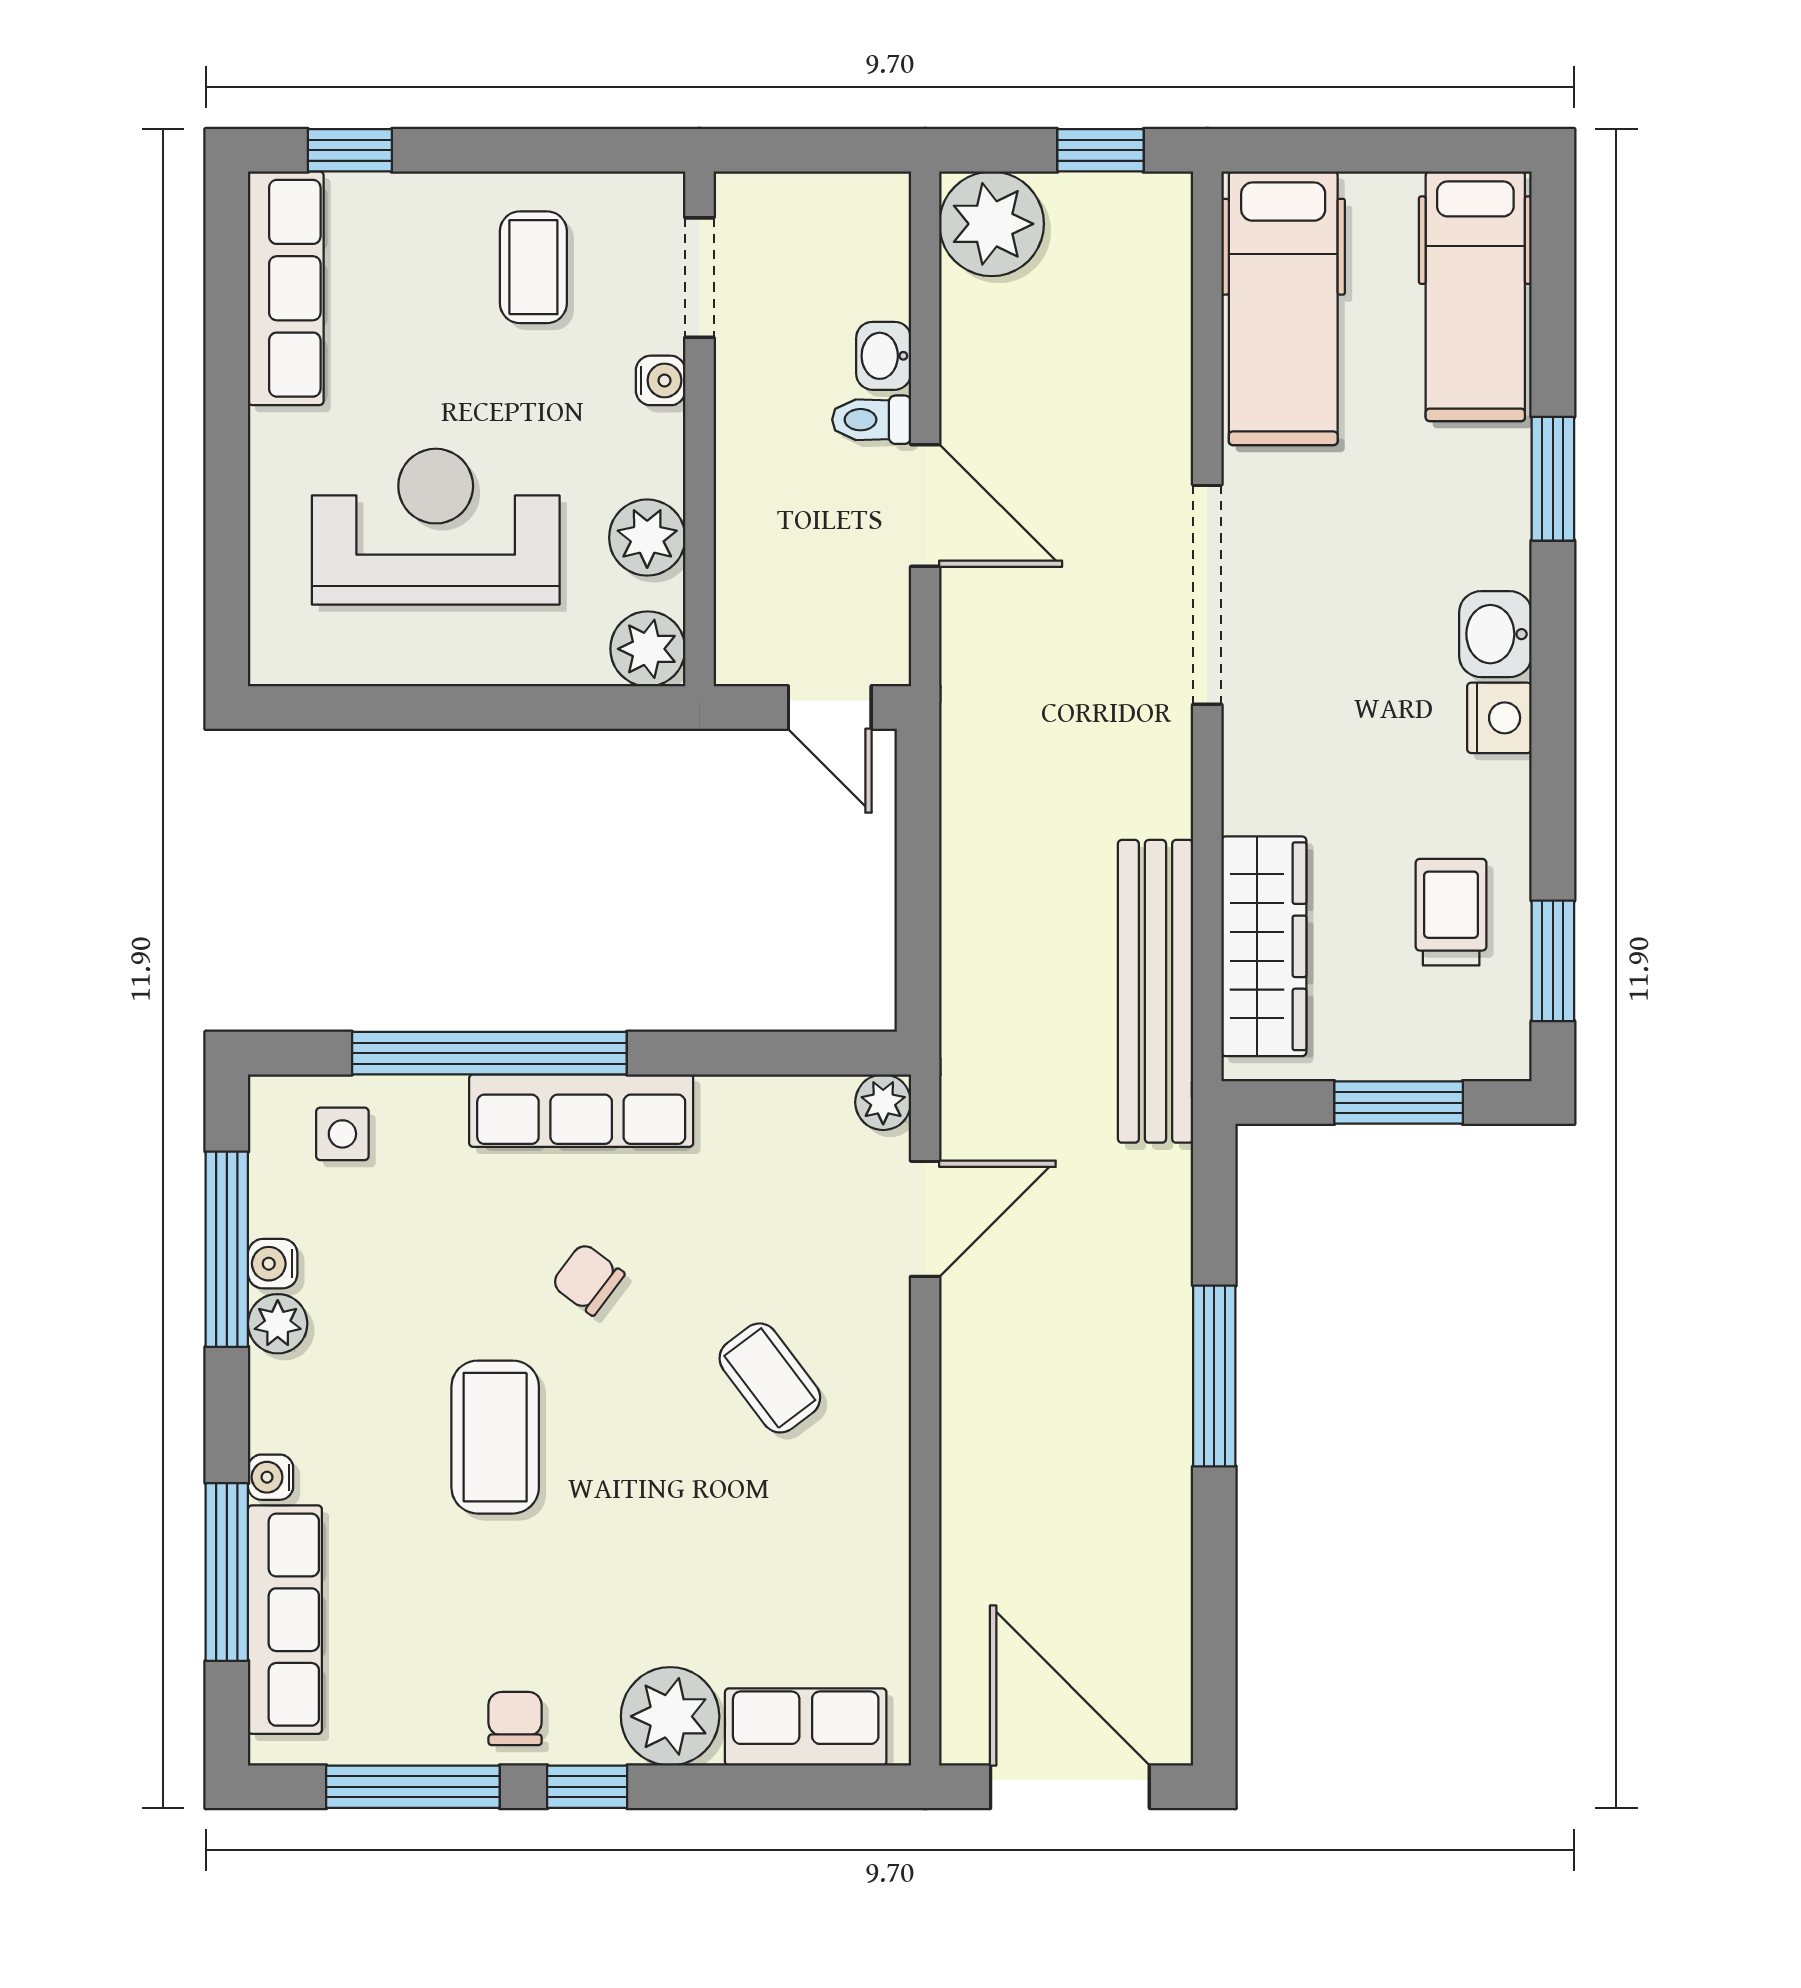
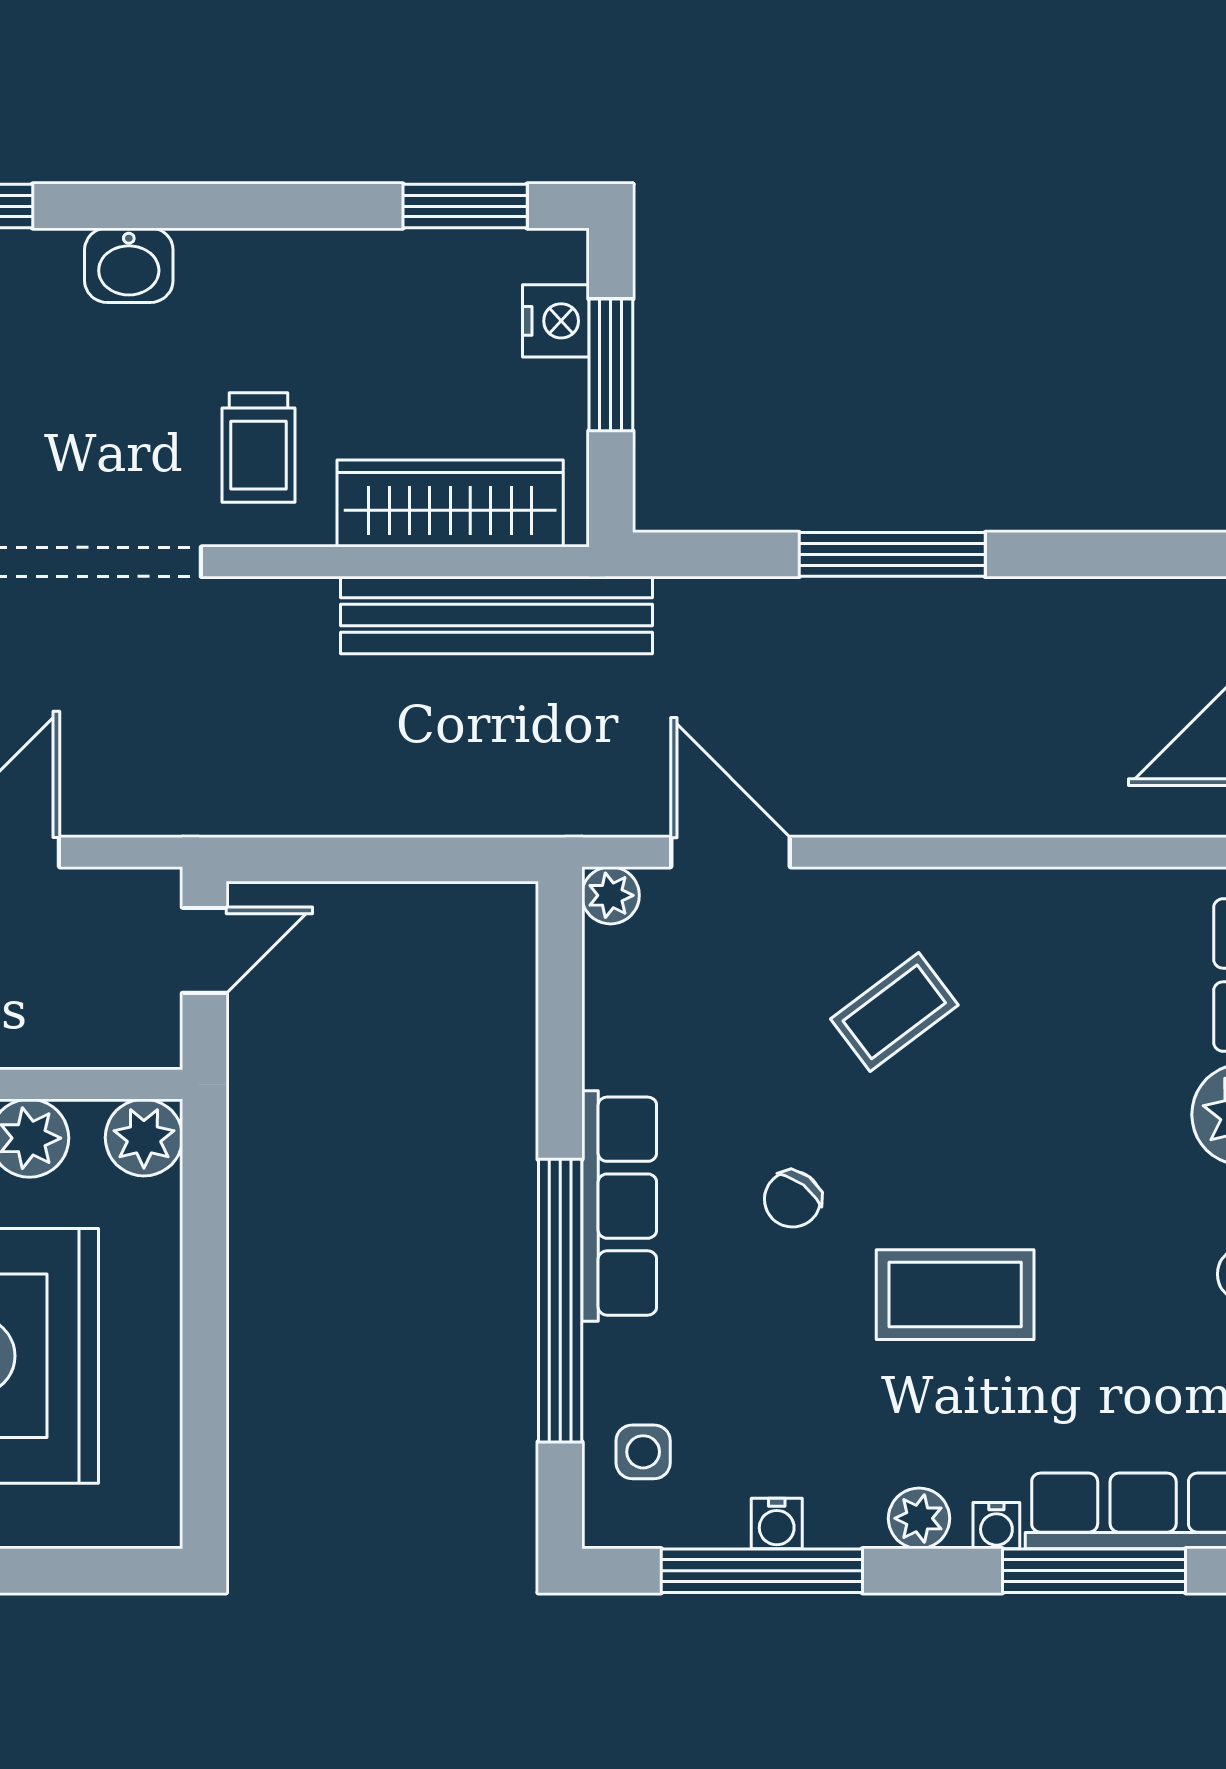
nightstand: (1499, 718) -> (556, 321), moved, turned 90
trolley: (1451, 912) -> (258, 447), moved, turned -90
plant: (278, 1324) -> (919, 1518), moved

